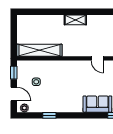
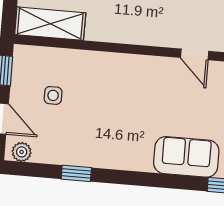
shelving: (39, 50) -> (50, 24), width x0.68

